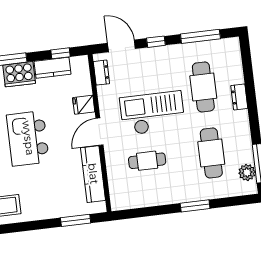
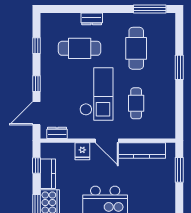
window: (200, 36) -> (37, 46), width x0.46
checkout: (152, 113) -> (96, 94), turned 180
cafe table: (211, 153) -> (136, 48), turned 90
plant: (247, 172) -> (156, 20), removed

